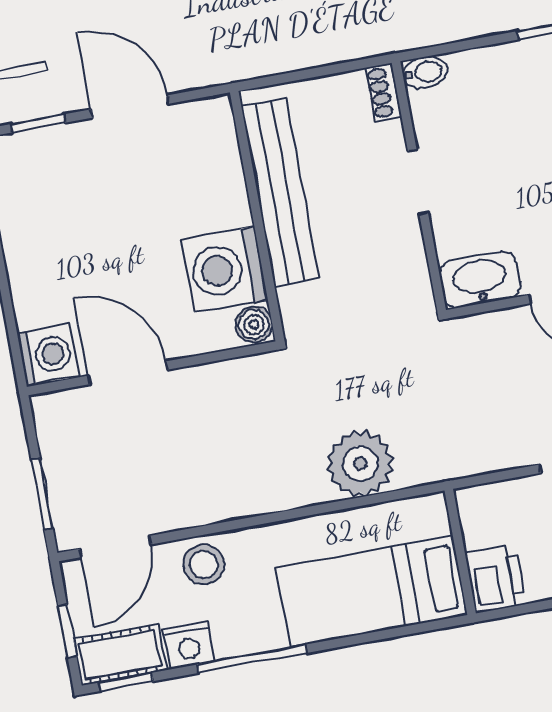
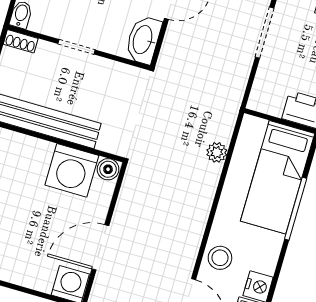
plant: (360, 463) -> (217, 152), width x0.53, depth x0.53
window: (252, 659) -> (296, 209), moved

